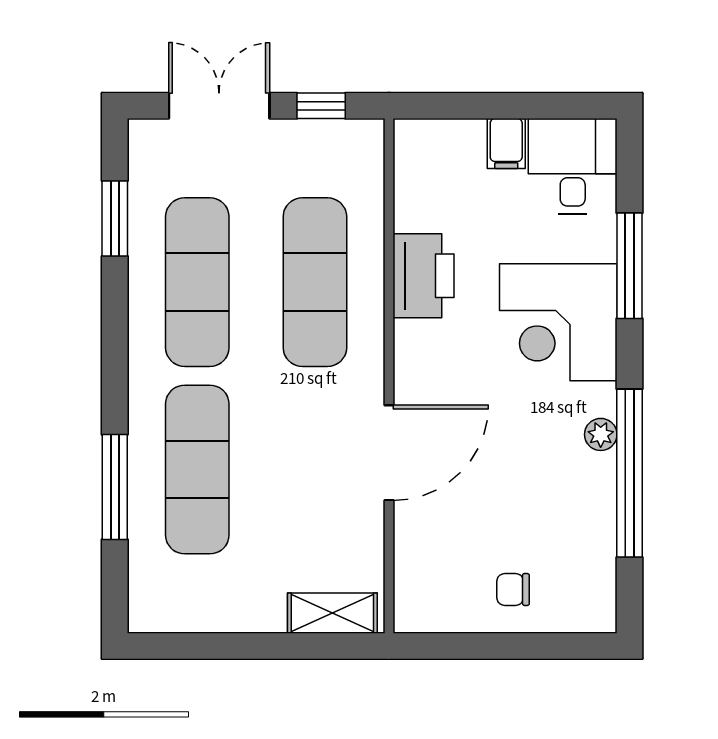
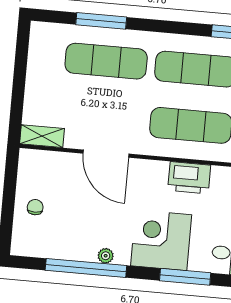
shelving: (332, 613) -> (42, 136), moved, turned 90

